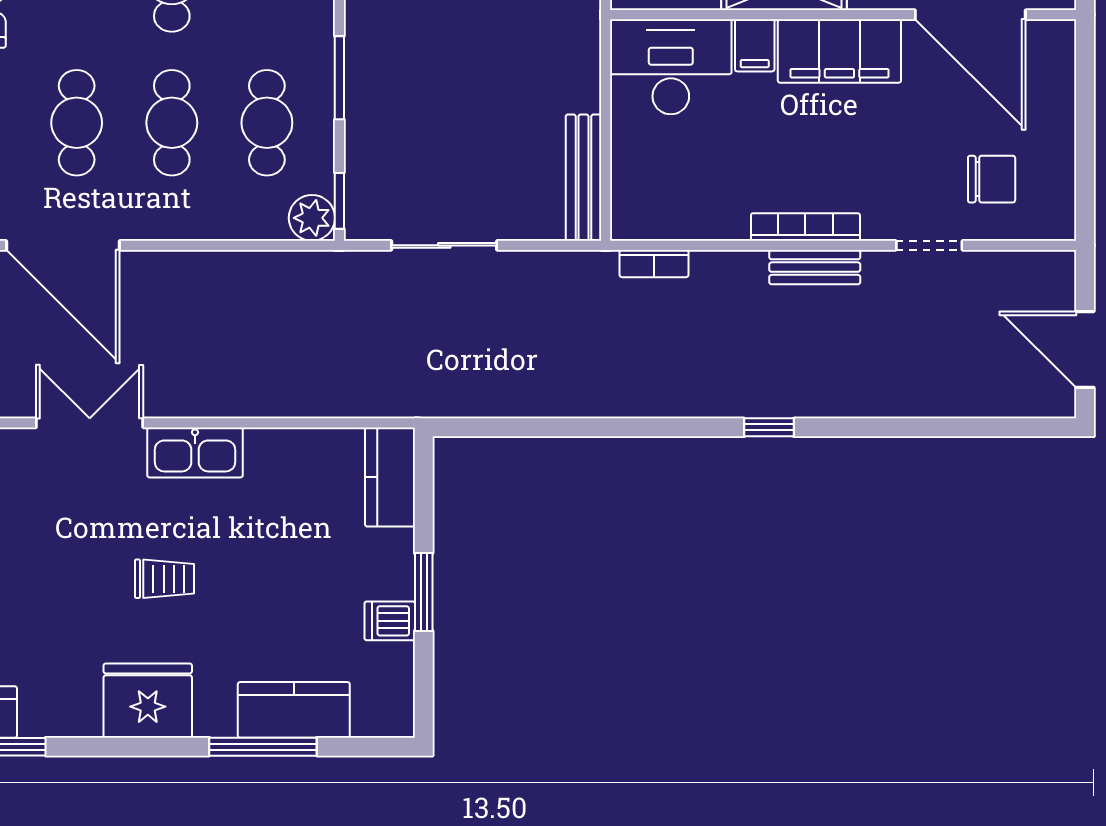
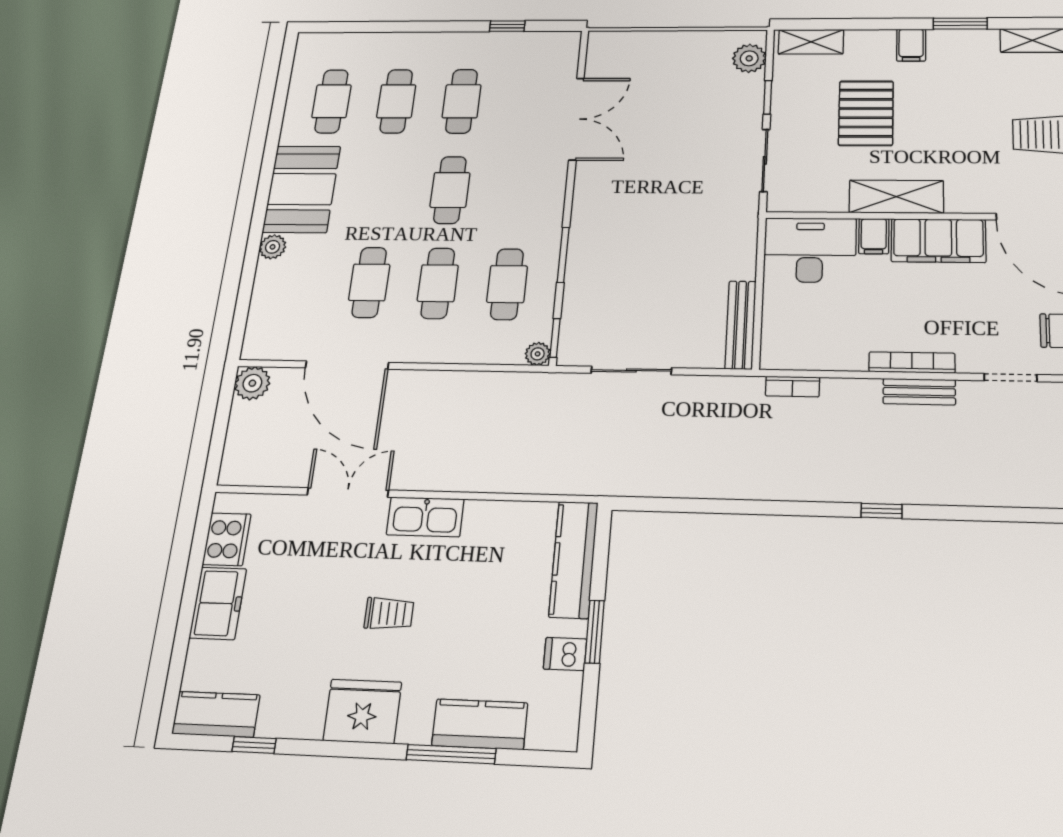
plant: (312, 218) -> (538, 354), width x0.73, depth x0.73
kitchen counter: (390, 477) -> (574, 559), width x1.50

